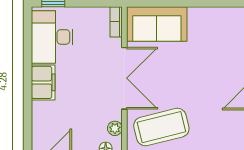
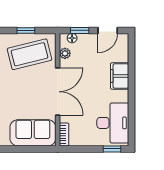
double door: (124, 78) -> (58, 92), swing flipped
filing cabinet: (43, 82) -> (120, 76), moved

